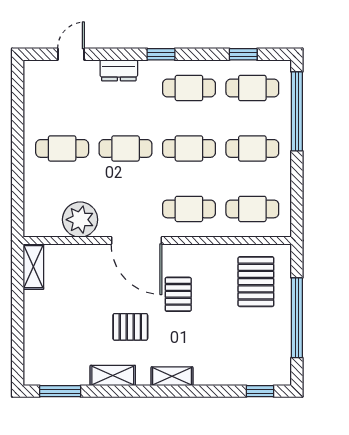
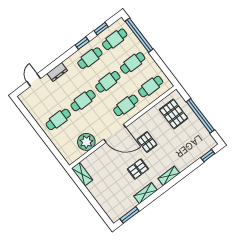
window: (161, 54) -> (82, 43), moved

